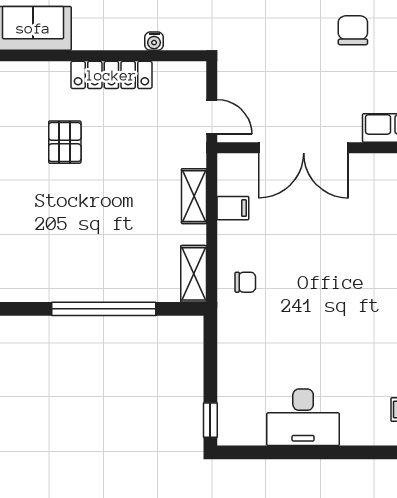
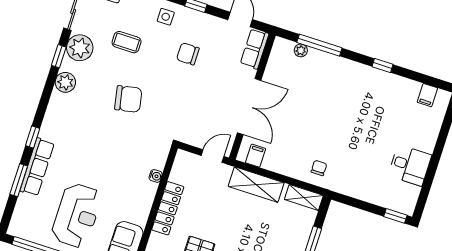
shelving: (194, 196) -> (256, 185), width x1.50, depth x1.33
filing cabinet: (233, 208) -> (256, 156), moved
desk: (303, 417) -> (410, 165), width x0.73

